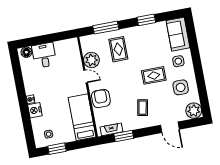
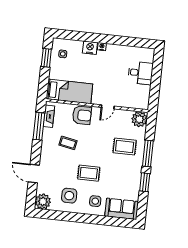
window: (106, 28) -> (148, 153), moved
floor lamp: (26, 52) -> (149, 57), removed
plant: (91, 60) -> (139, 119), moved
rug: (154, 75) -> (89, 173), turned 90
coffee table: (143, 108) -> (68, 143), moved
door: (170, 127) -> (34, 174), hinge flipped
window: (124, 136) -> (39, 126), width x1.44

